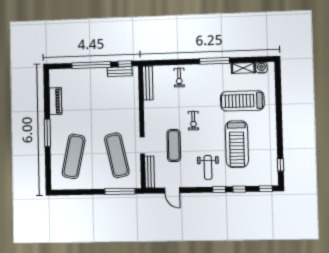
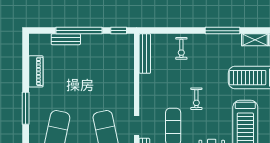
bench: (120, 72) -> (66, 39), moved

